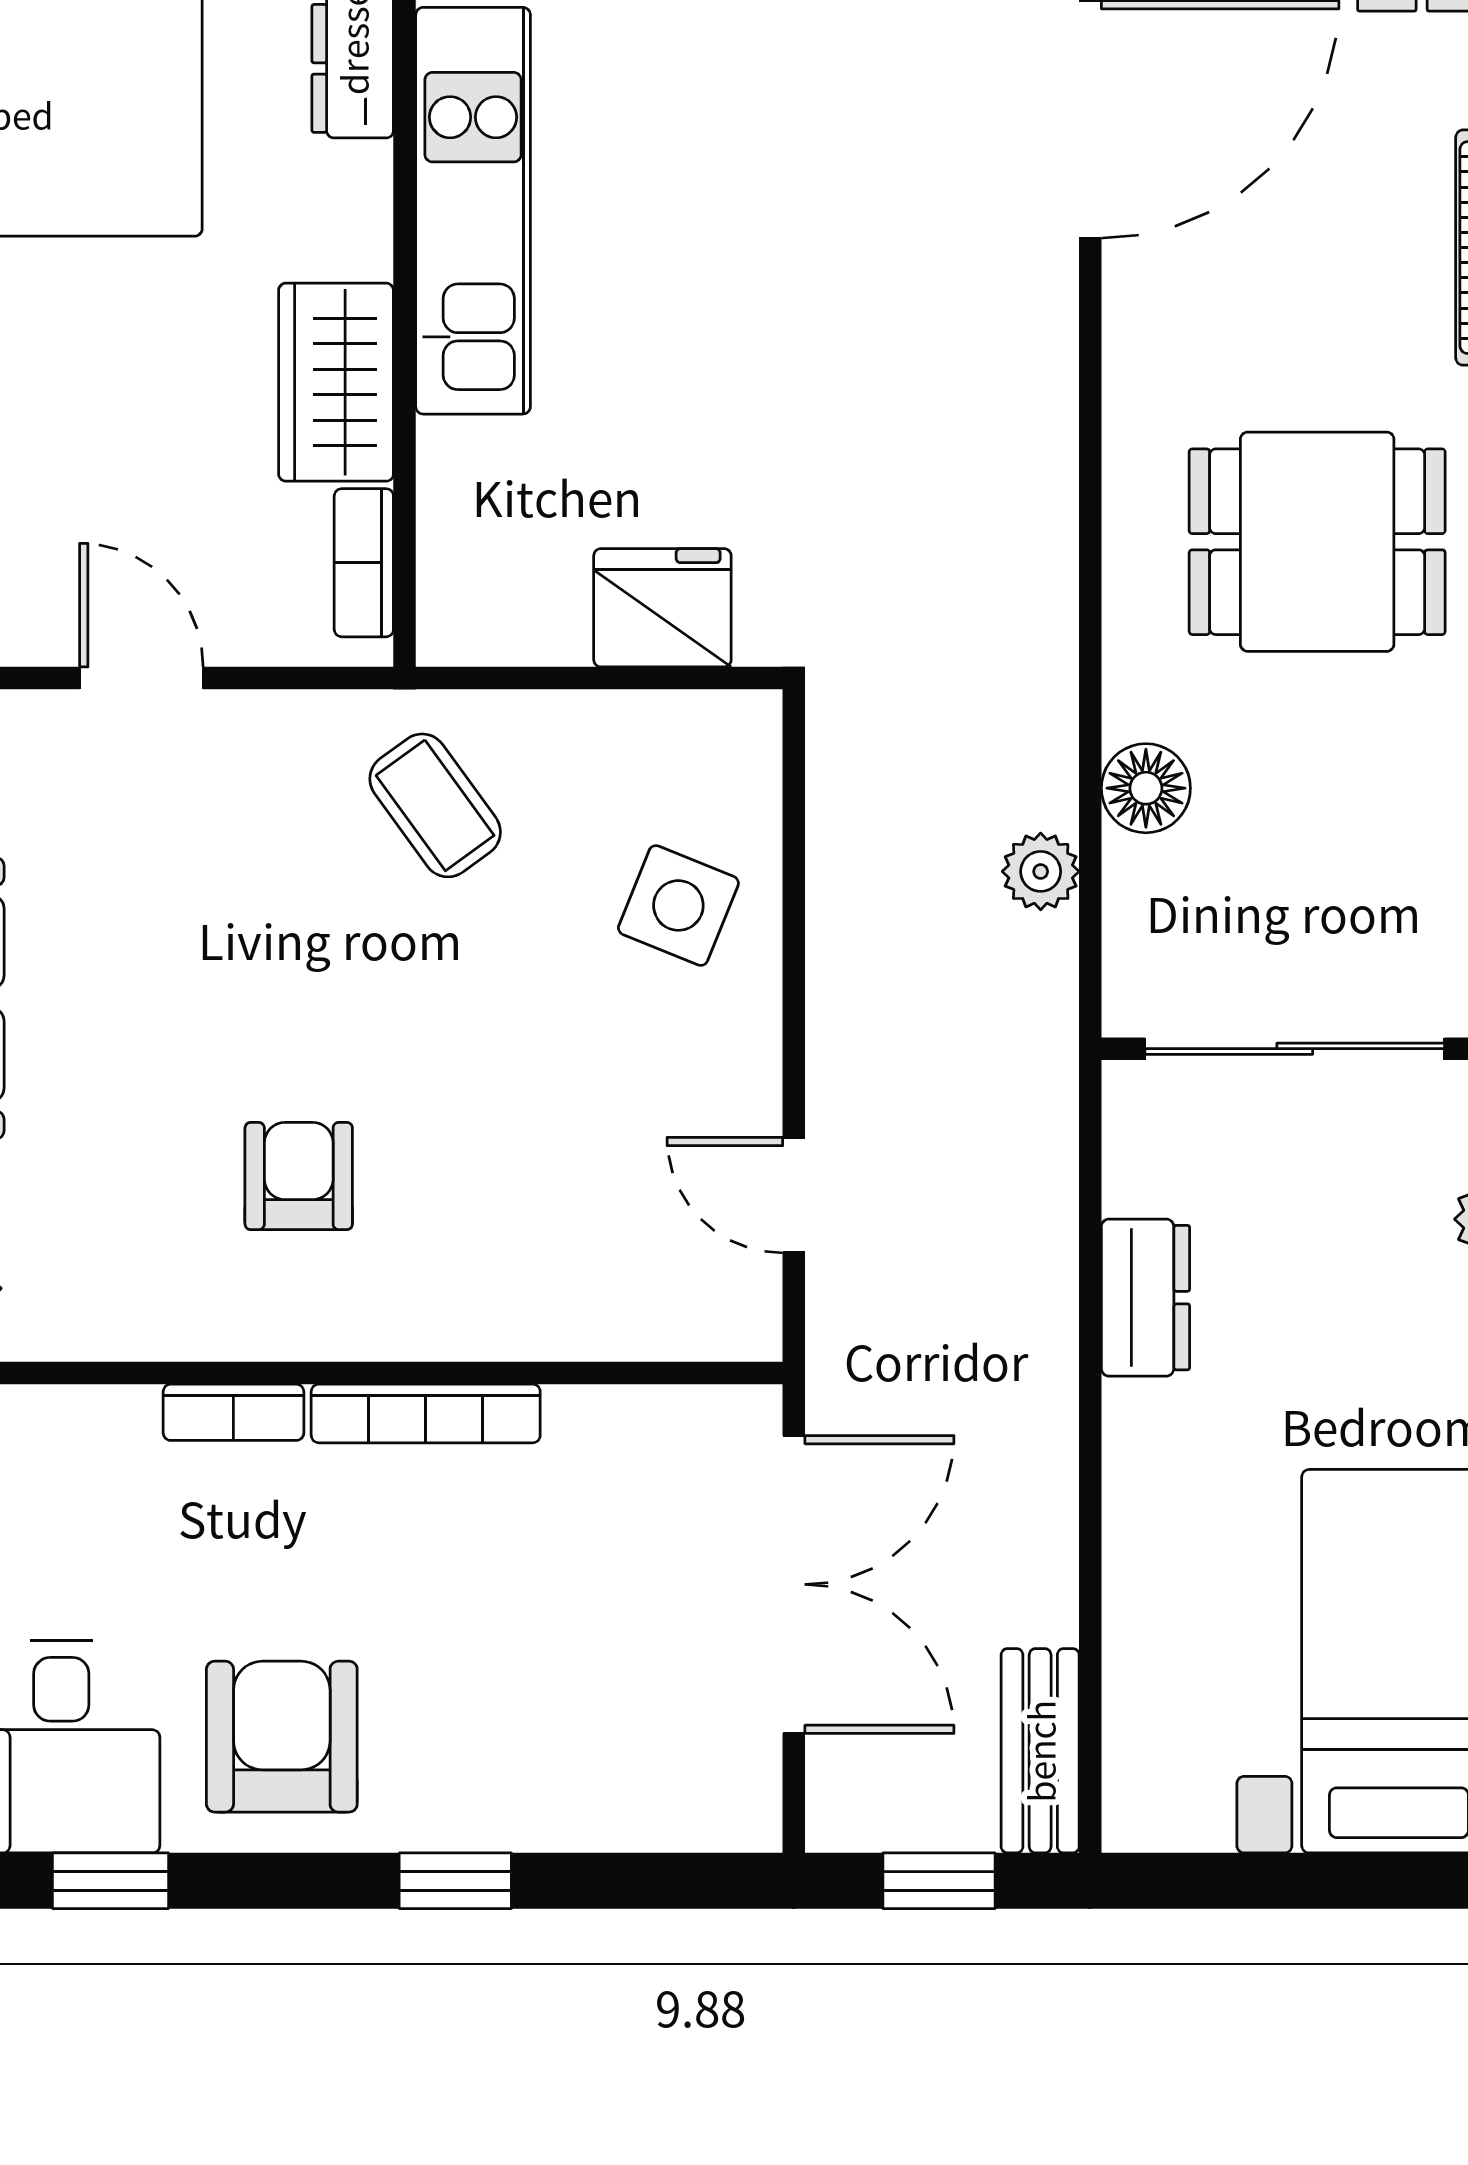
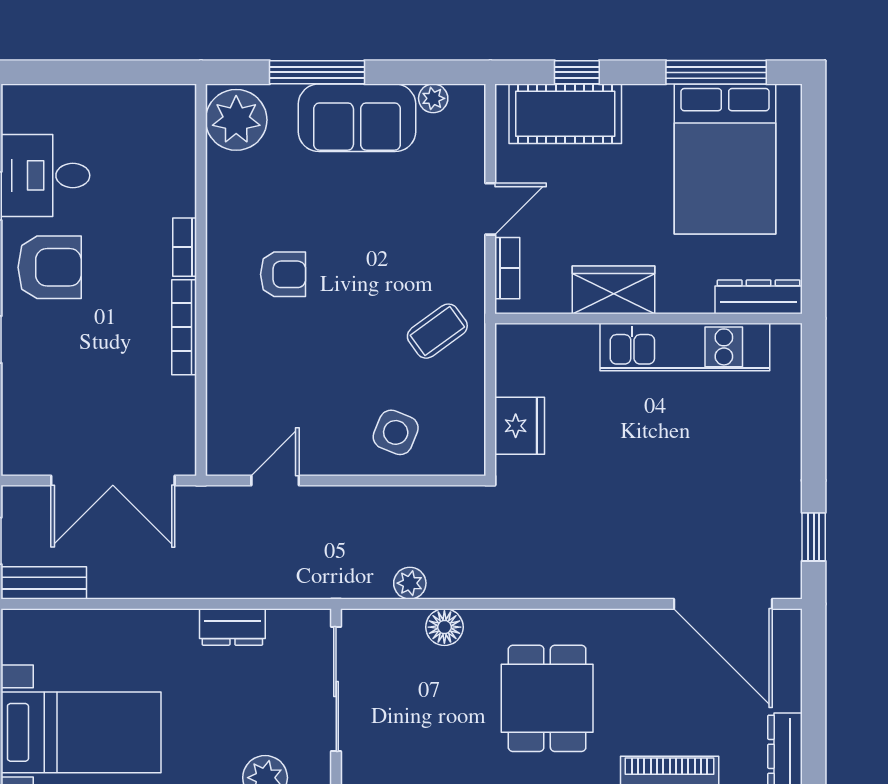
bookcase: (364, 563) -> (507, 268), moved, turned 90

